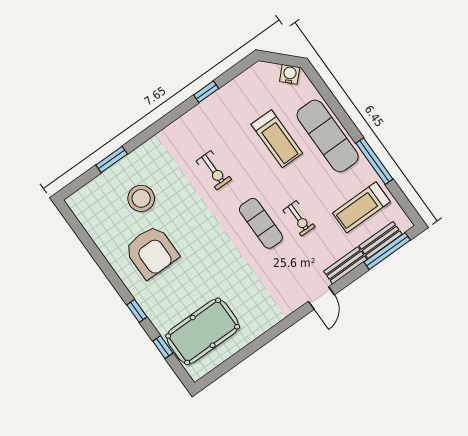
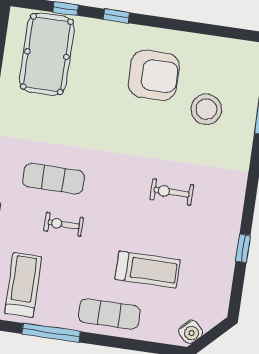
exercise mat: (328, 136) -> (109, 314), width x0.73, depth x0.69
treadmill: (277, 139) -> (148, 270), turned 180
exercise mat: (261, 223) -> (53, 179), moved
armchair: (152, 252) -> (154, 75), turned 180

